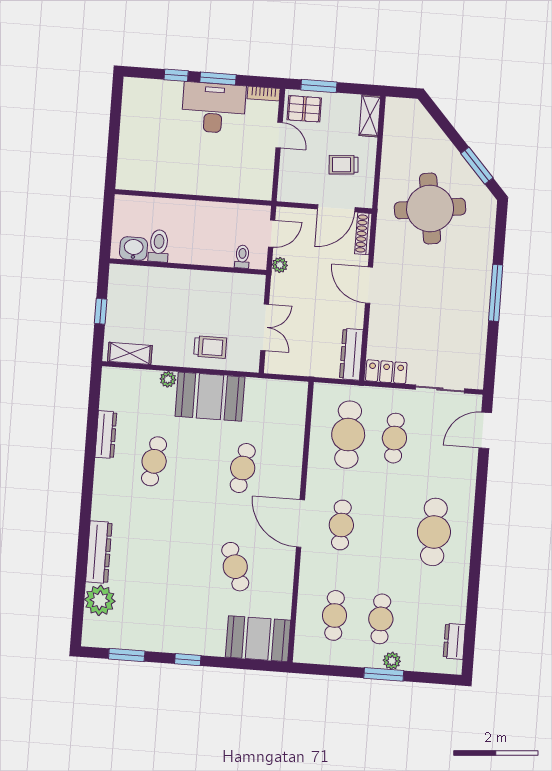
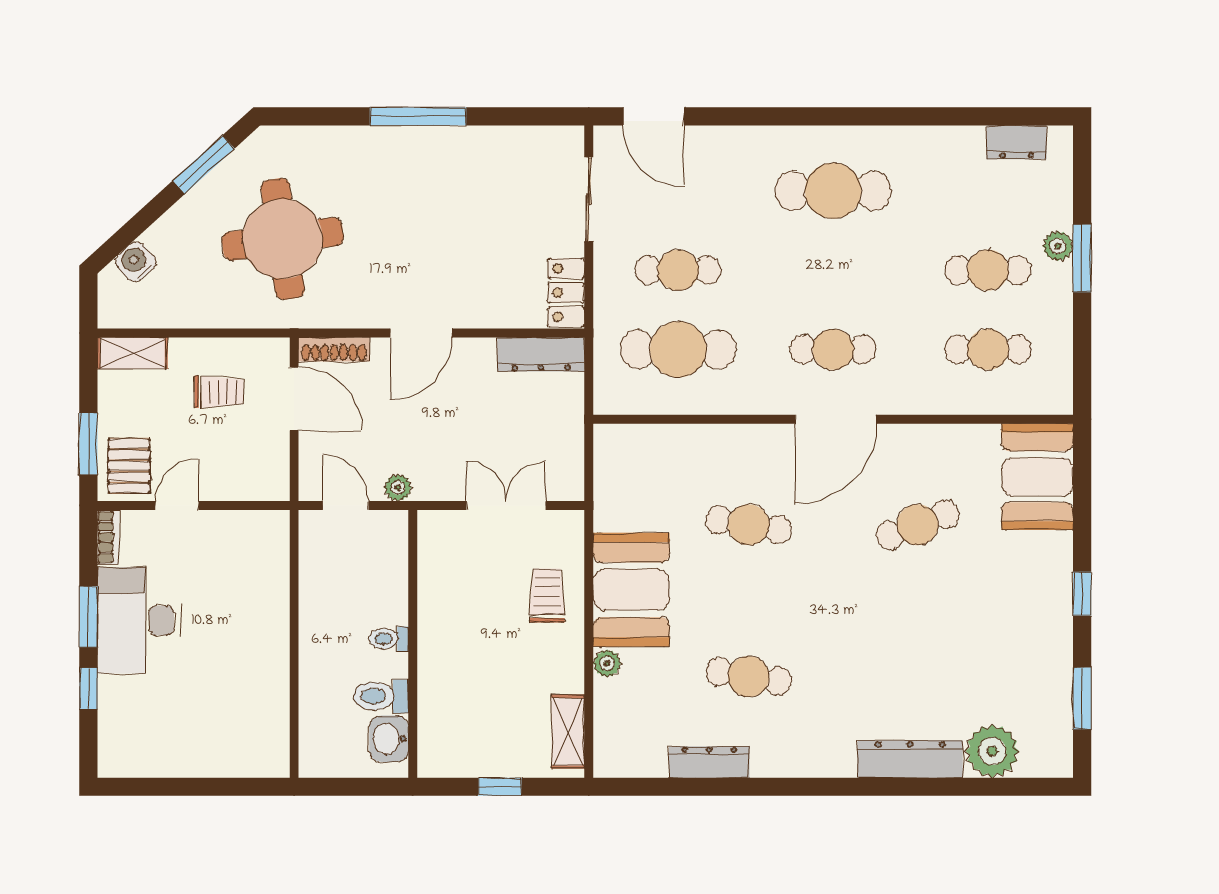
water cooler: (423, 122) -> (136, 262), added
trolley: (344, 165) -> (219, 392), turned -86
toilet: (242, 257) -> (389, 639), moved

